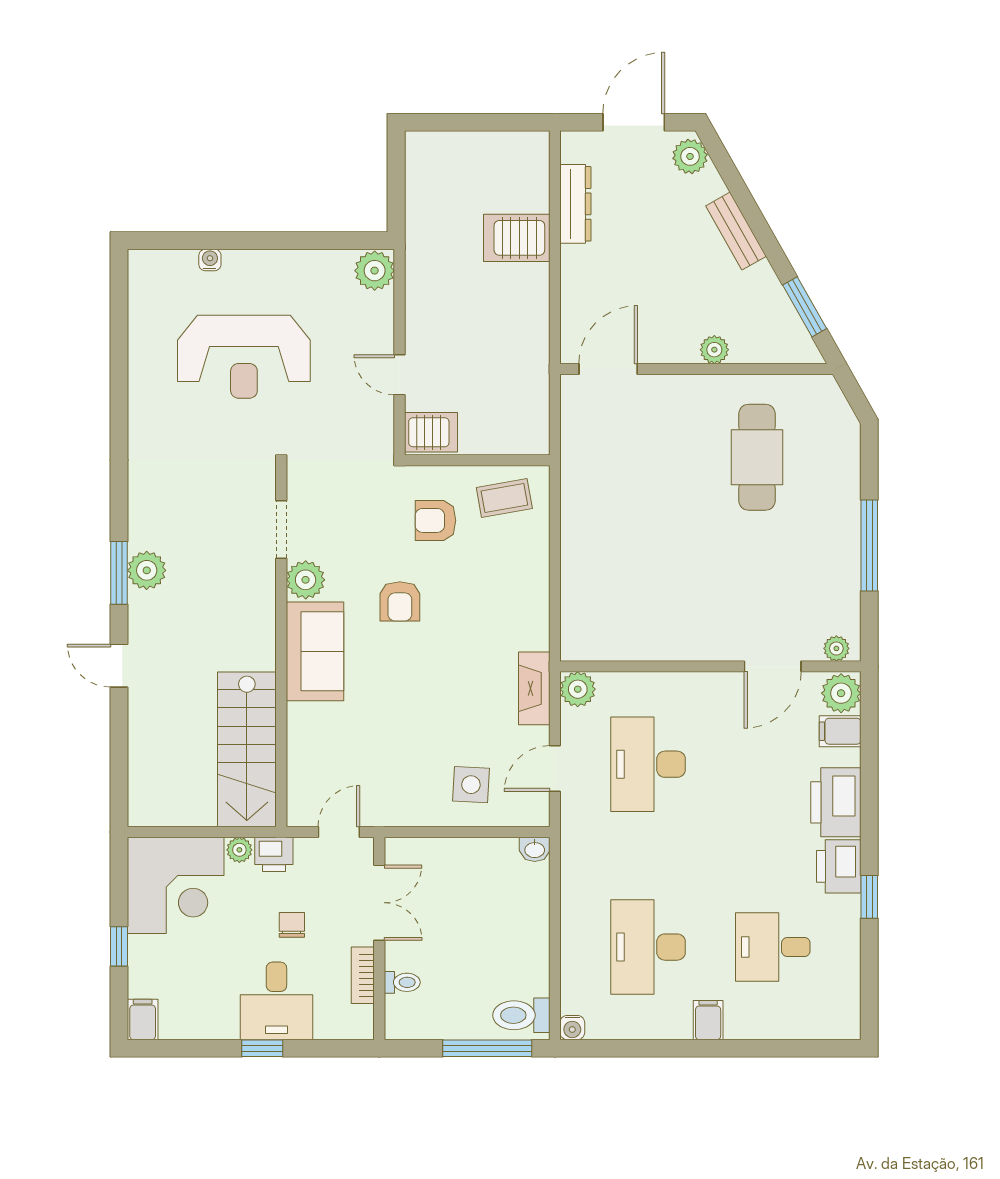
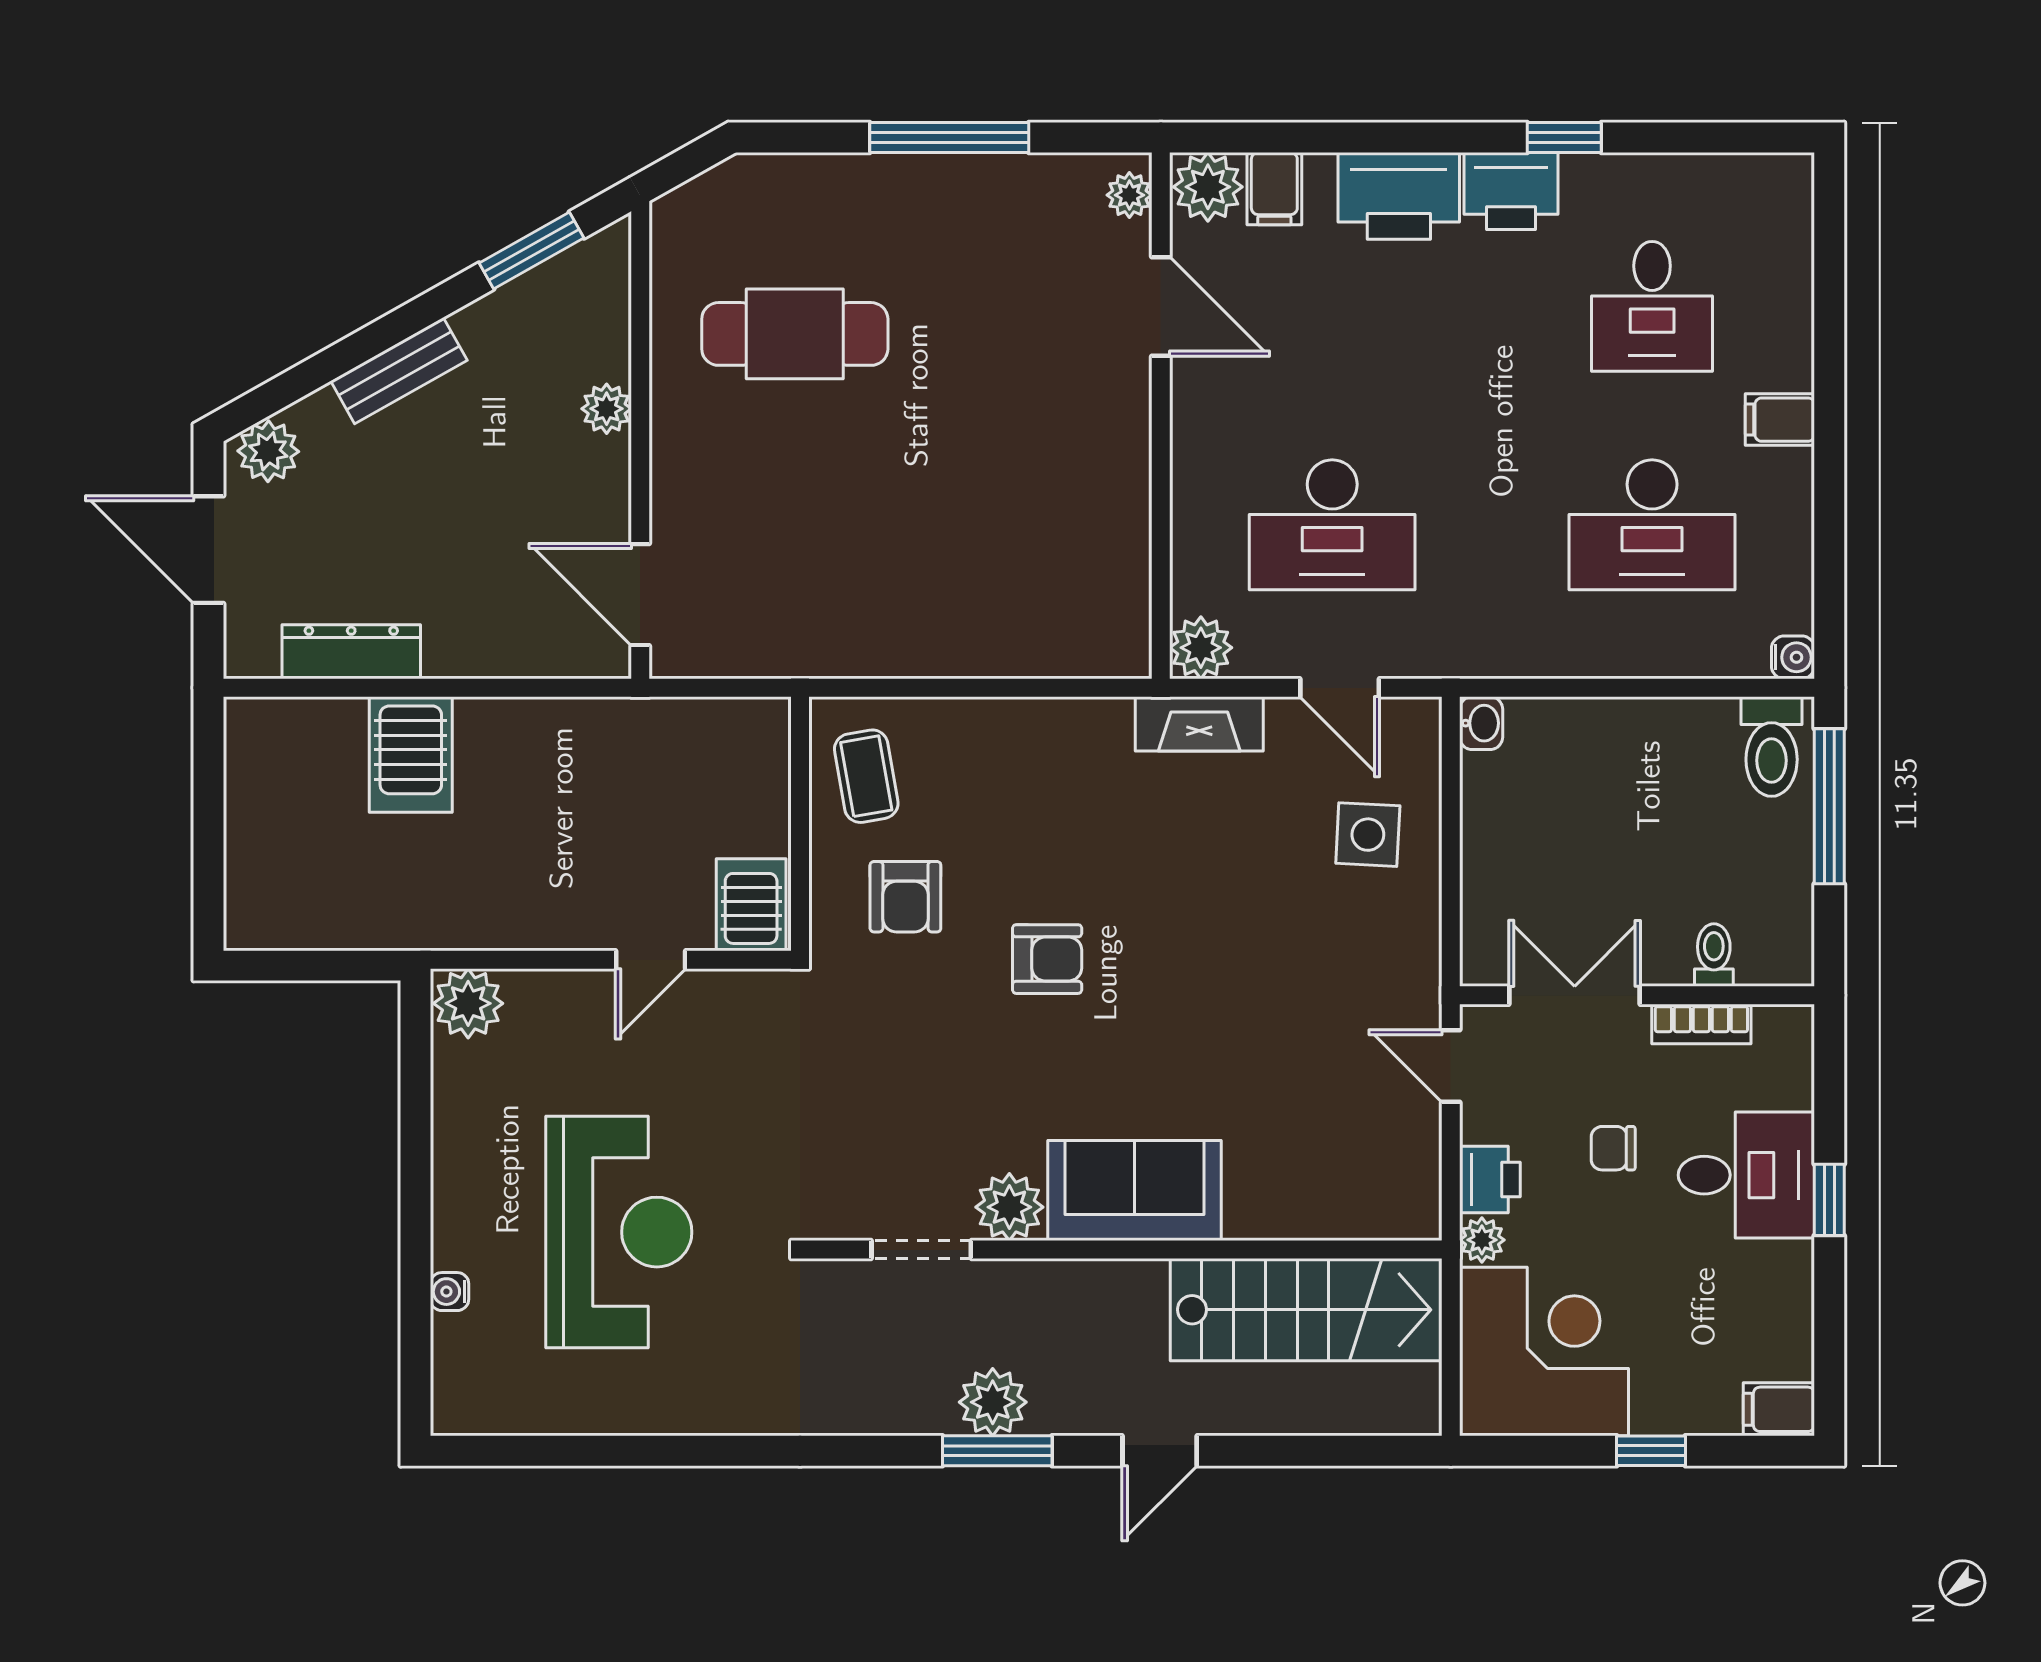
doorway: (281, 530) -> (921, 1250), moved
plant: (306, 580) -> (1009, 1207), moved
wall: (281, 646) -> (1125, 1250), moved
sofa: (315, 651) -> (1135, 1191), moved
stairs: (247, 749) -> (1306, 1310), moved

